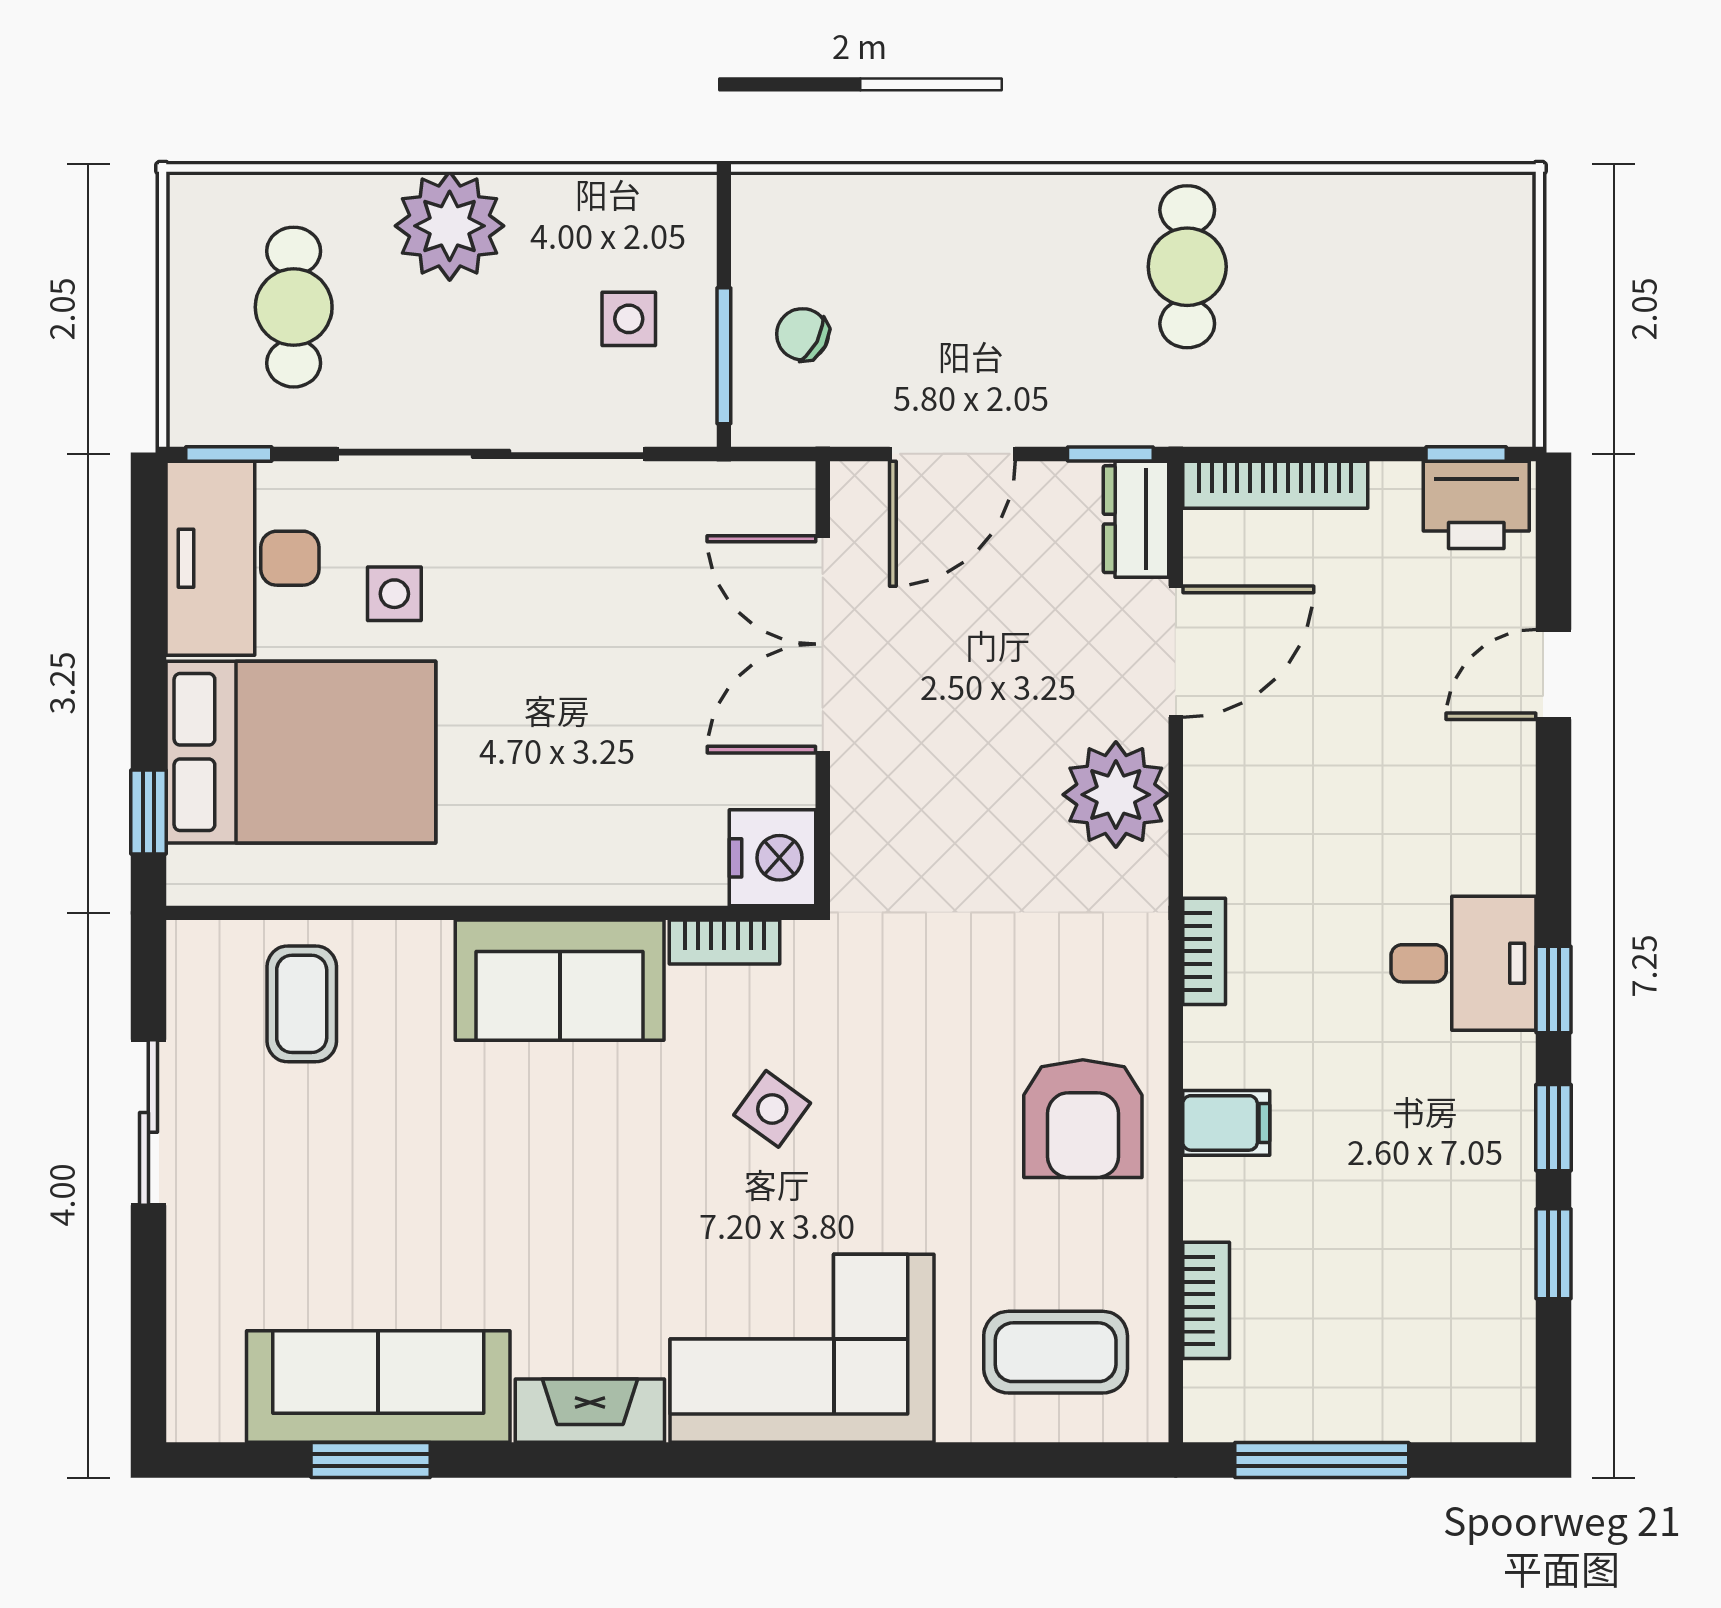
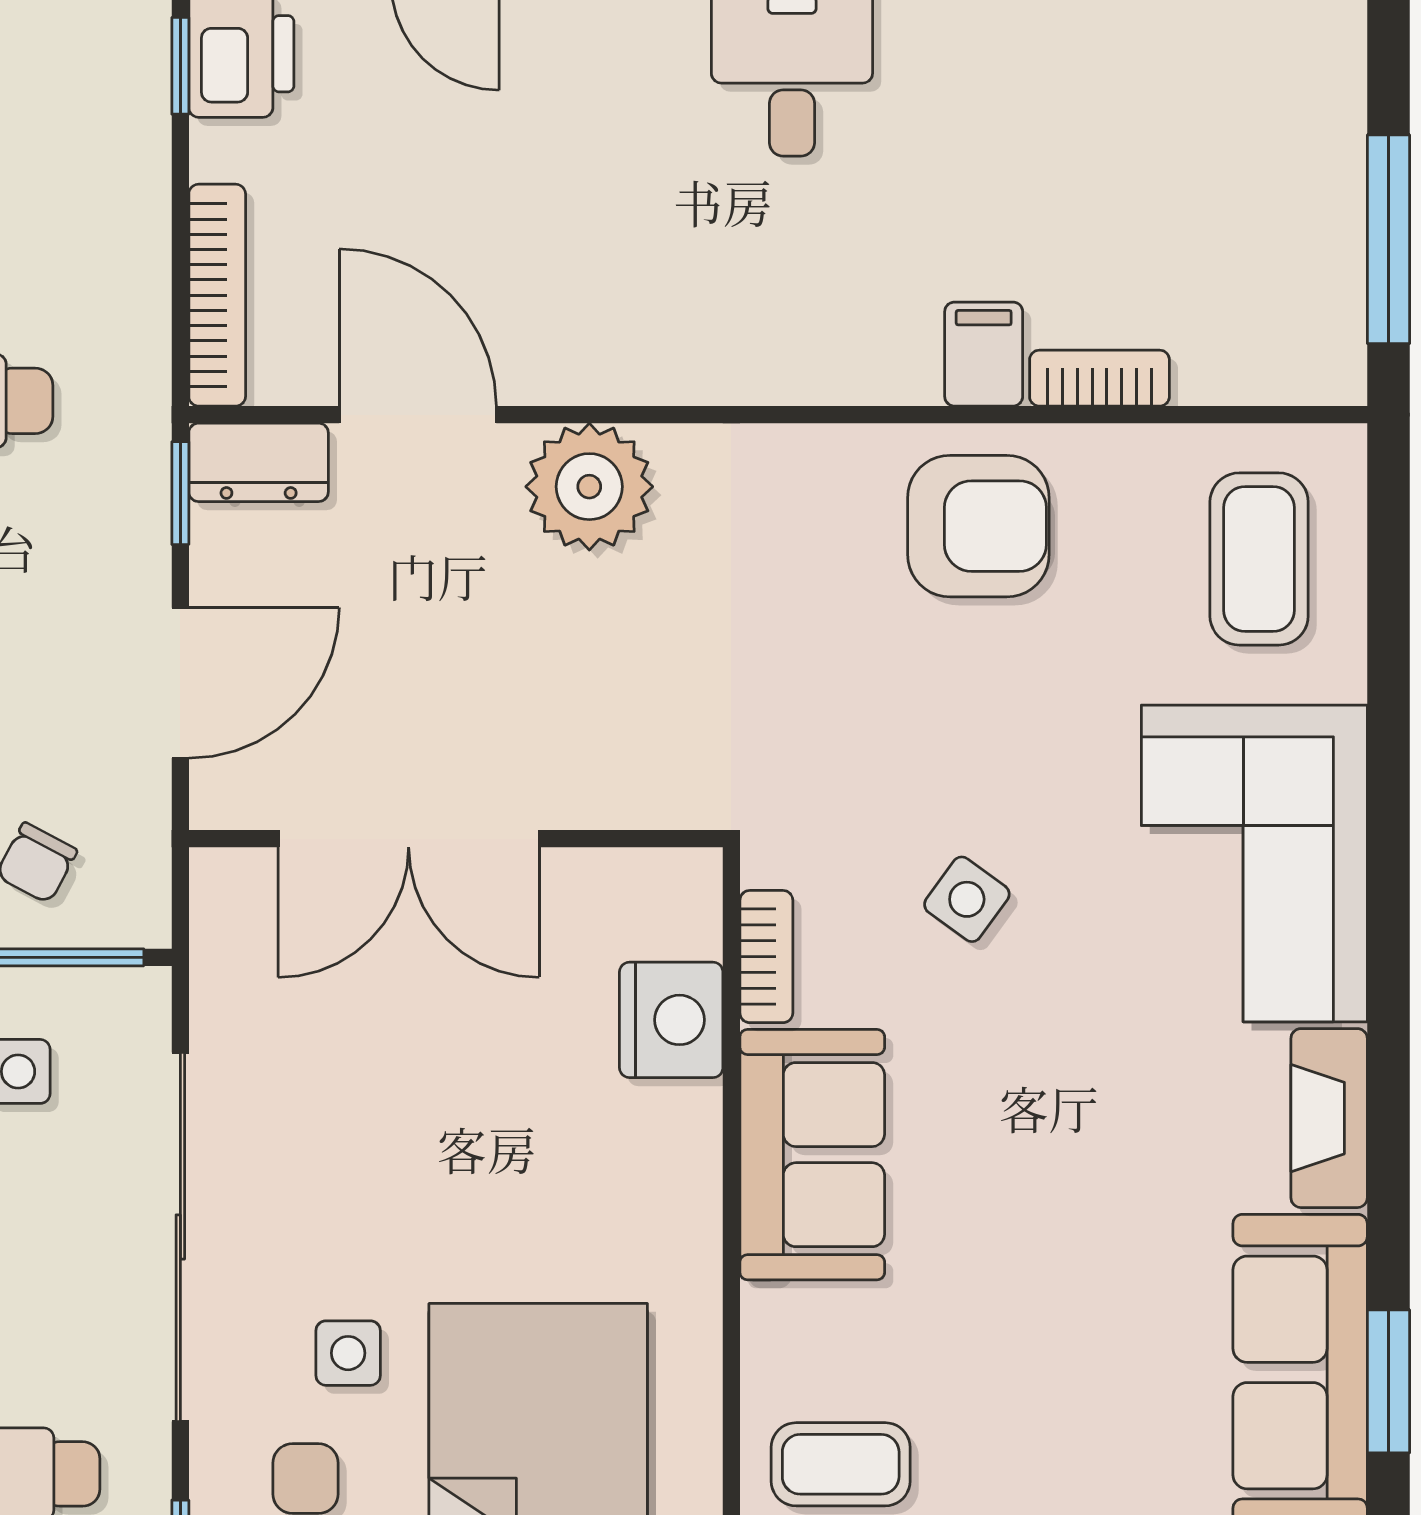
door: (952, 454) -> (180, 683), hinge flipped
nightstand: (773, 858) -> (671, 1020), moved, turned 90
bookcase: (1204, 951) -> (778, 381), removed
bookcase: (1206, 1300) -> (1099, 378), moved

